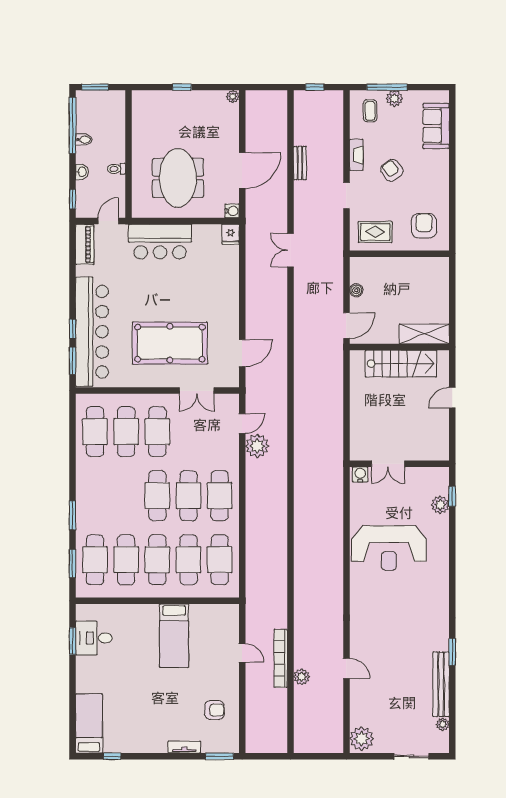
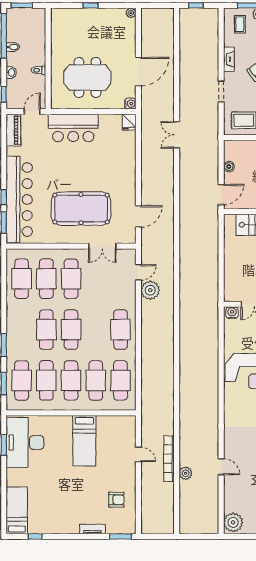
bench: (300, 163) -> (184, 66), removed
meeting table: (178, 178) -> (87, 77), turned 90
cafe table: (188, 496) -> (46, 330), moved
desk: (94, 638) -> (25, 442), width x1.87, depth x1.30

